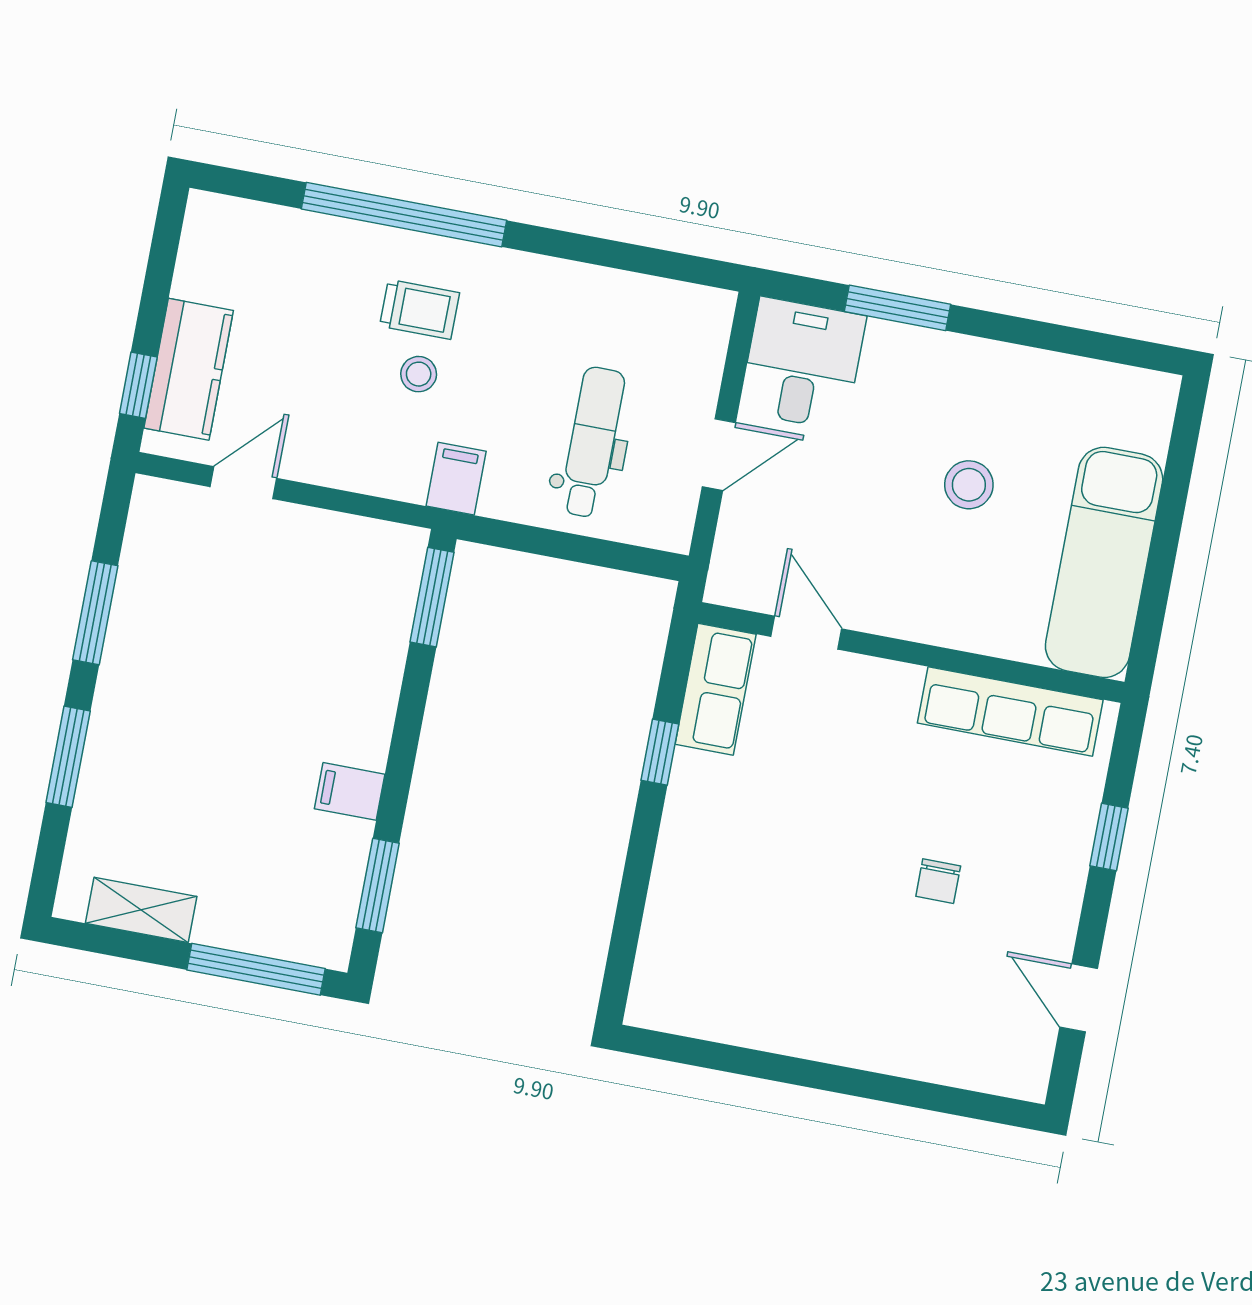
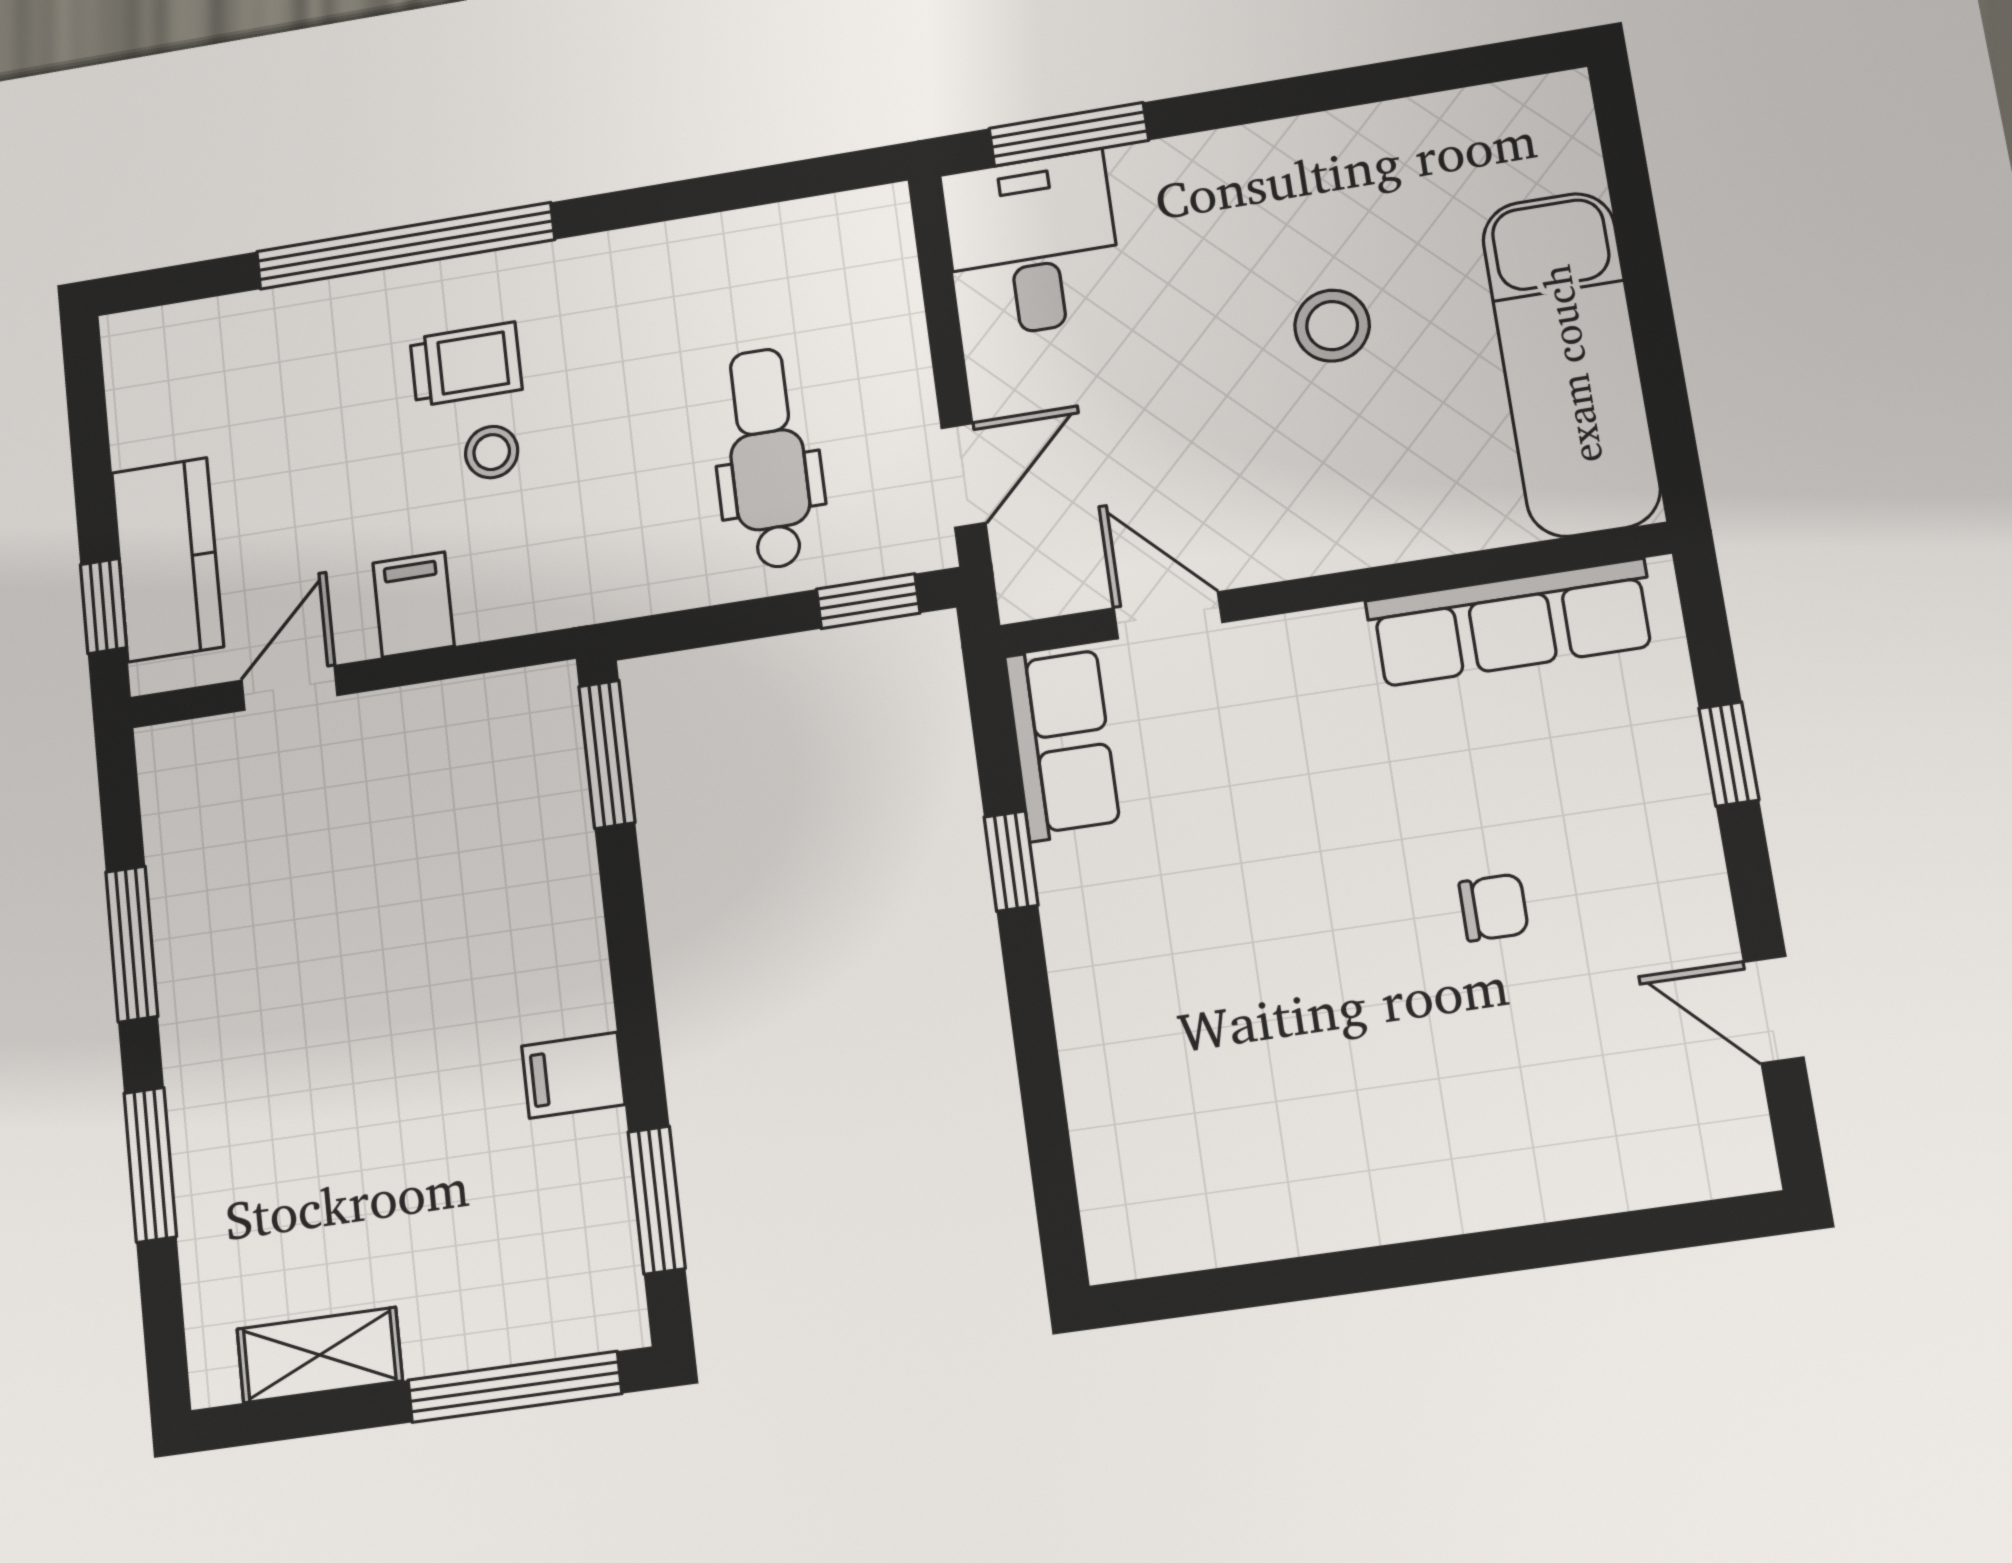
window: (898, 308) -> (1069, 134), moved
door: (719, 455) -> (964, 475), moved
filing cabinet: (456, 479) -> (413, 605), moved
window: (625, 557) -> (868, 601), added
chair: (938, 881) -> (1494, 907), turned -90

